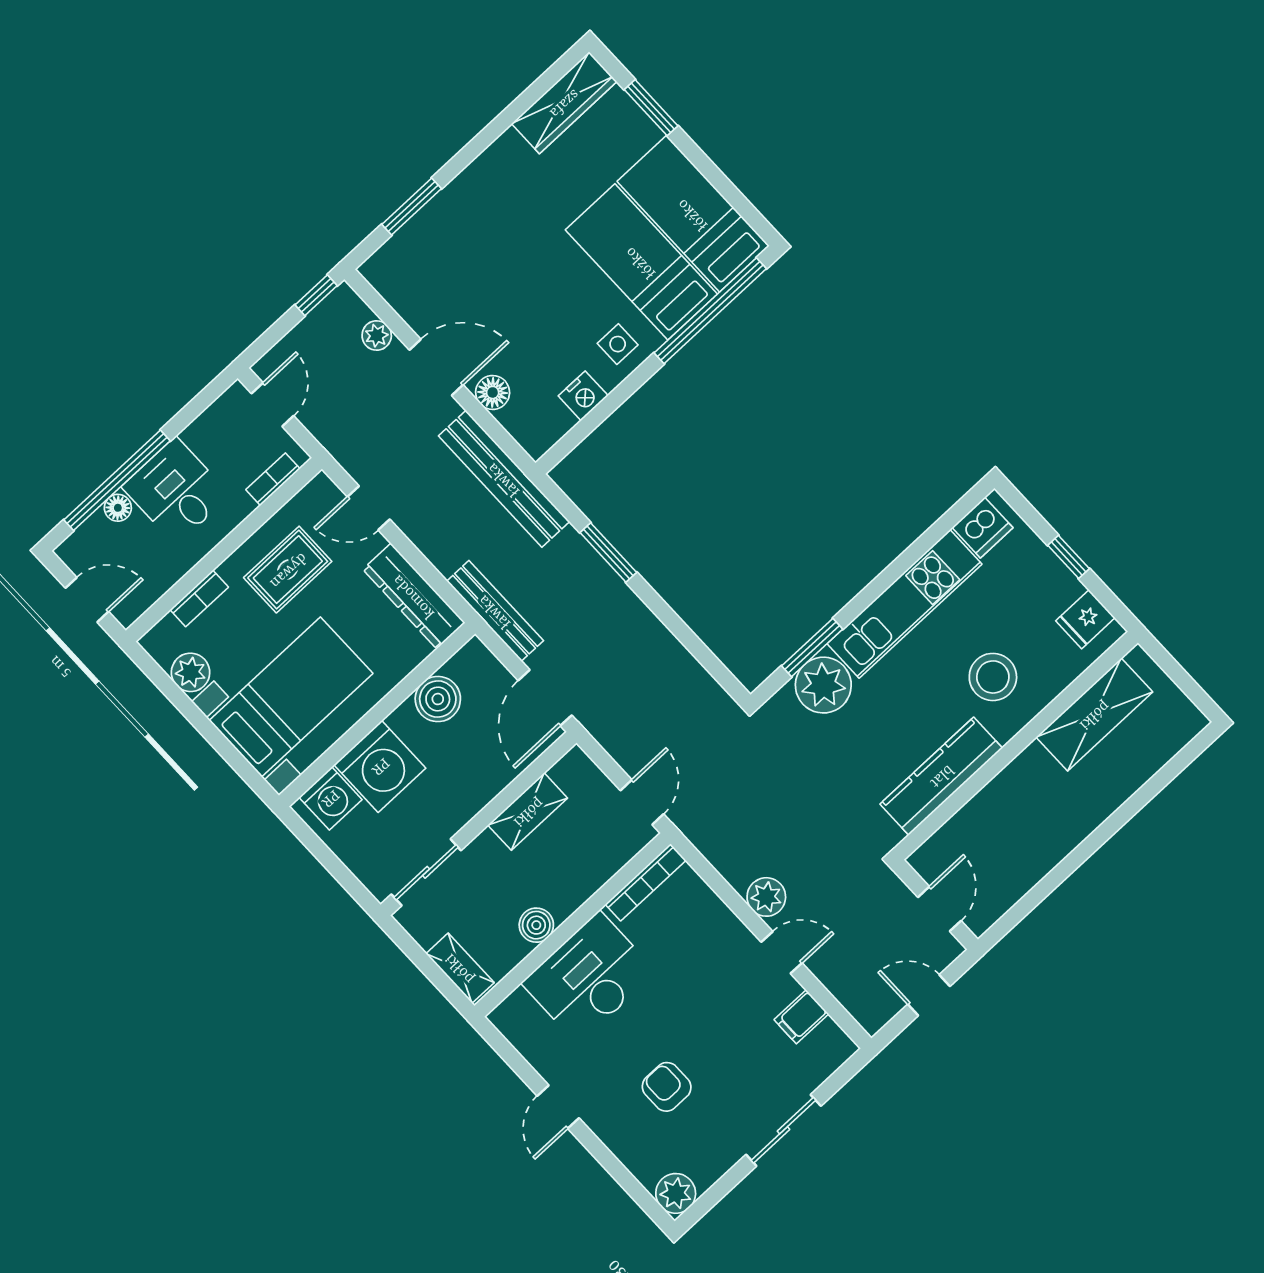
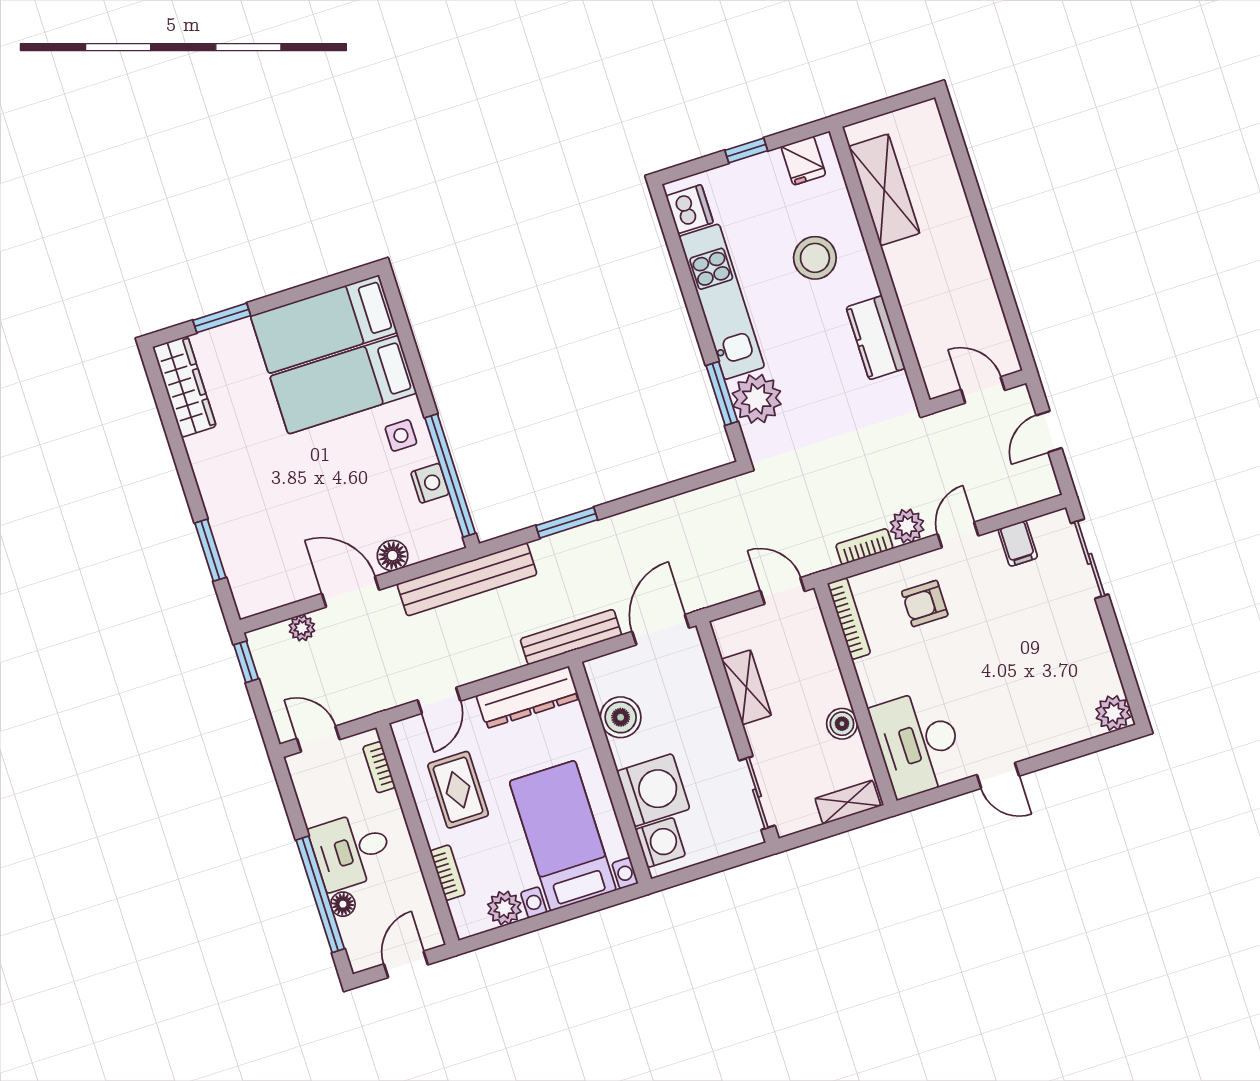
window: (710, 311) -> (450, 475), moved
door: (436, 367) -> (351, 592), hinge flipped
door: (545, 698) -> (661, 630), swing flipped
kitchen counter: (941, 776) -> (876, 338), width x0.67
bookcase: (725, 864) -> (864, 547), added
desk: (589, 977) -> (918, 743), moved
armchair: (667, 1087) -> (925, 603), moved
sliding door: (783, 1130) -> (1090, 559), moved

